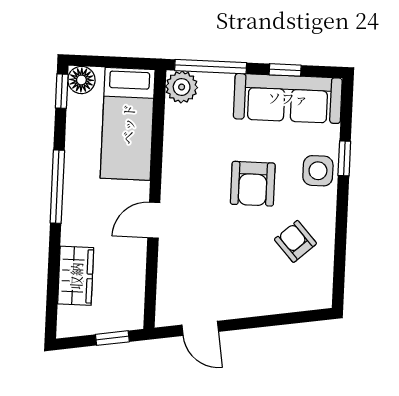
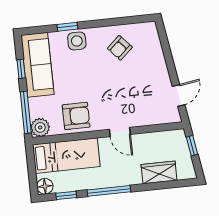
window: (62, 91) -> (66, 195), moved
armchair: (253, 184) -> (76, 116), moved

